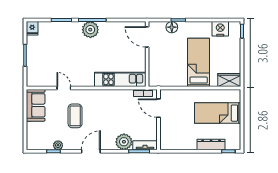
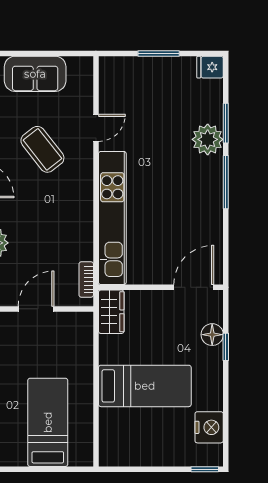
plant: (90, 30) -> (208, 139), moved
kitchen unit: (120, 79) -> (112, 218), width x1.36
wardrobe: (229, 80) -> (111, 312), moved
sofa: (36, 105) -> (35, 74), moved
door: (158, 108) -> (36, 309), moved
coffee table: (75, 116) -> (42, 149), turned 52

